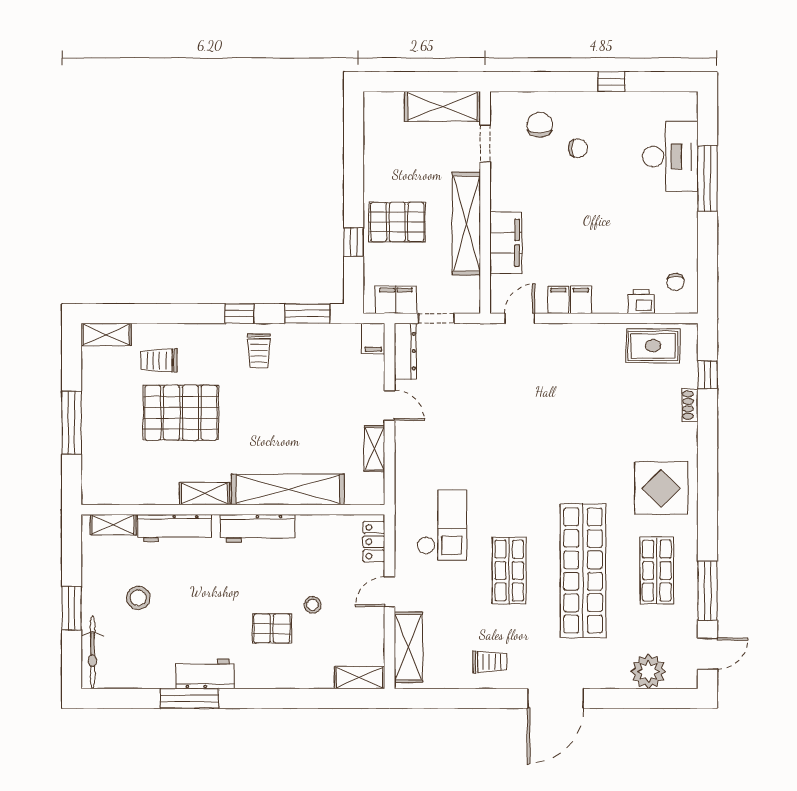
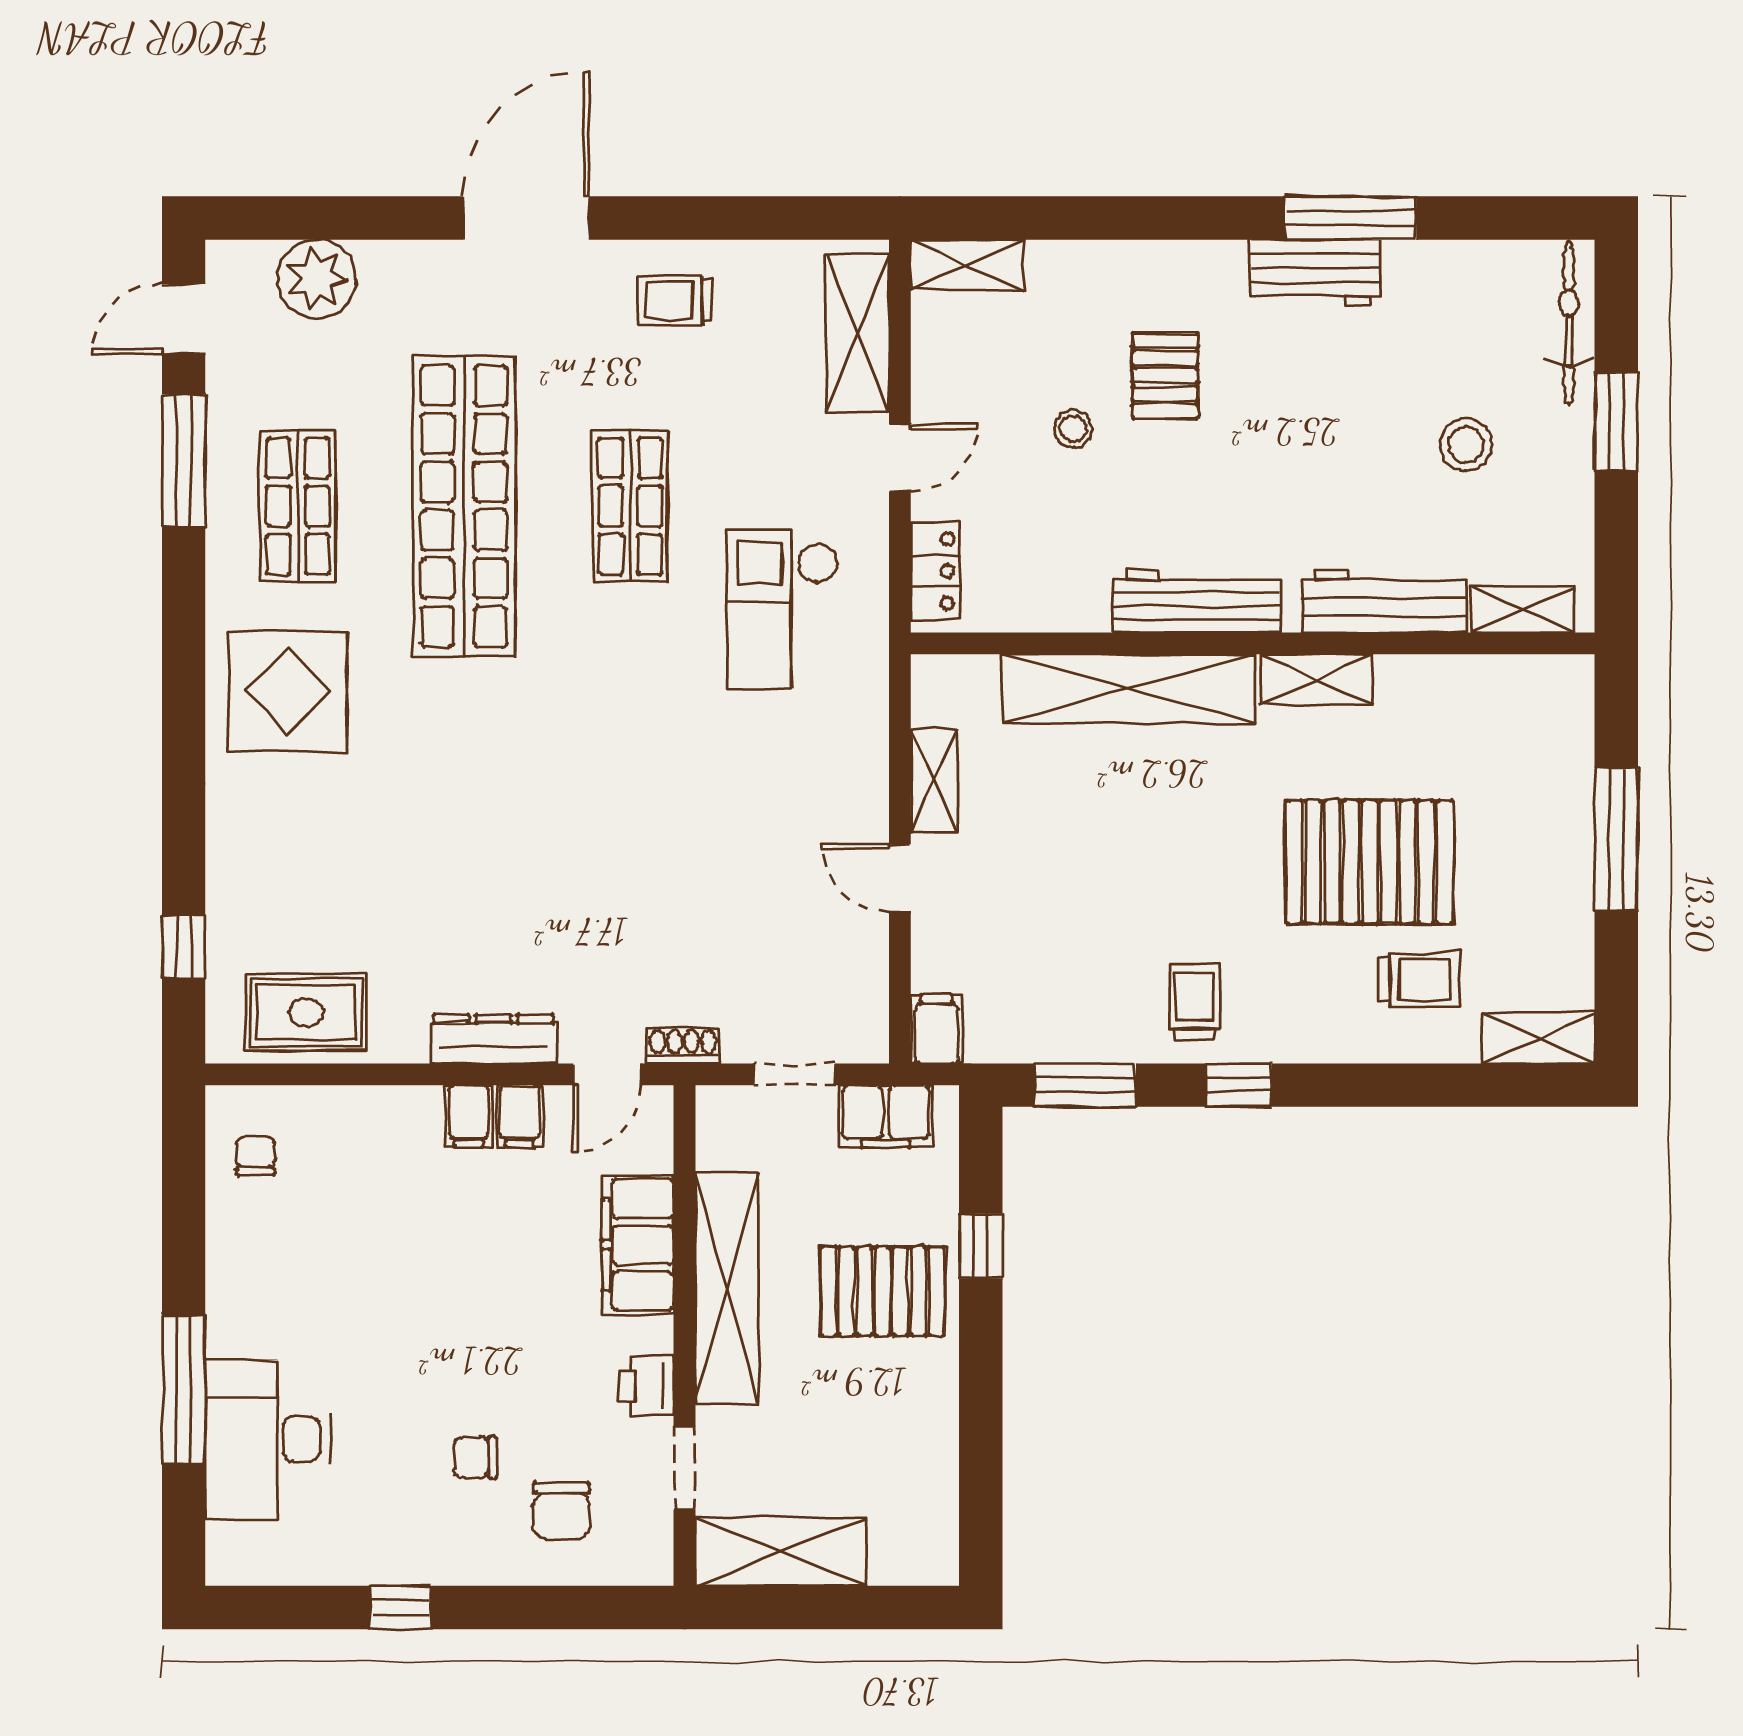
printer: (641, 302) -> (647, 1386), moved, turned 90
dresser: (405, 351) -> (493, 1039), moved, turned 90
shoe rack: (690, 405) -> (683, 1046), moved, turned -90
pallet: (272, 628) -> (1165, 376), turned 90

